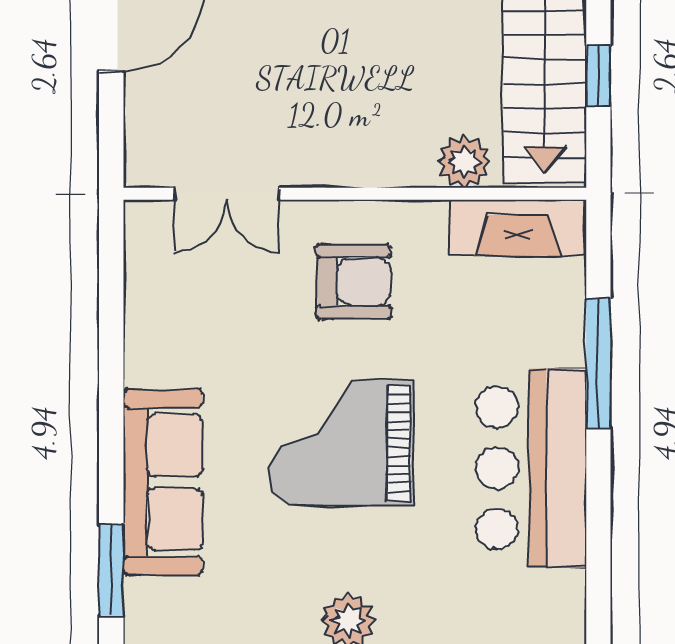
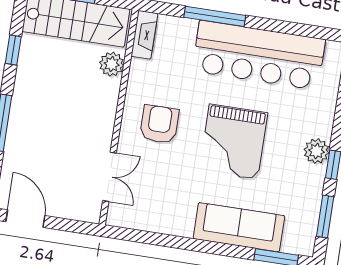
fireplace: (518, 228) -> (144, 35), width x0.73, depth x0.76
bar counter: (531, 468) -> (259, 55), width x1.36

